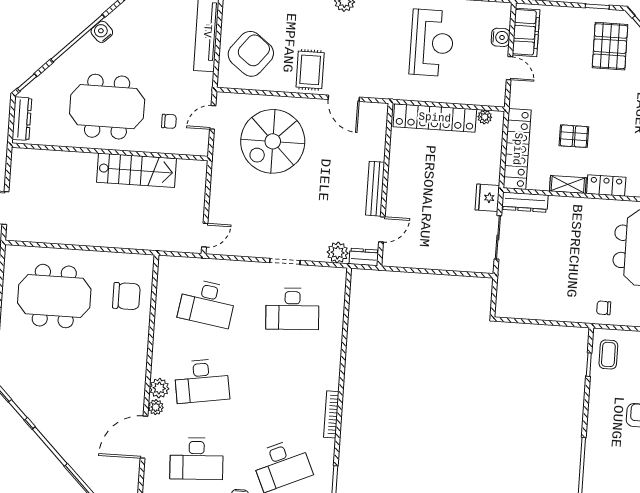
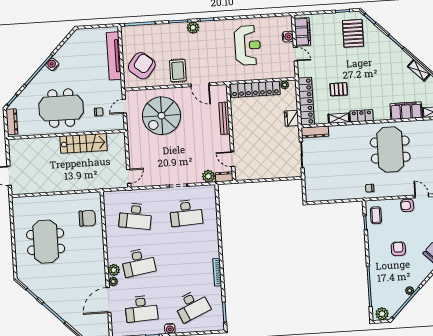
bench: (375, 189) -> (224, 118), moved
fridge: (487, 198) -> (292, 118), moved
door: (382, 229) -> (233, 159), swing flipped
meeting table: (54, 296) -> (46, 242), moved, turned 90

